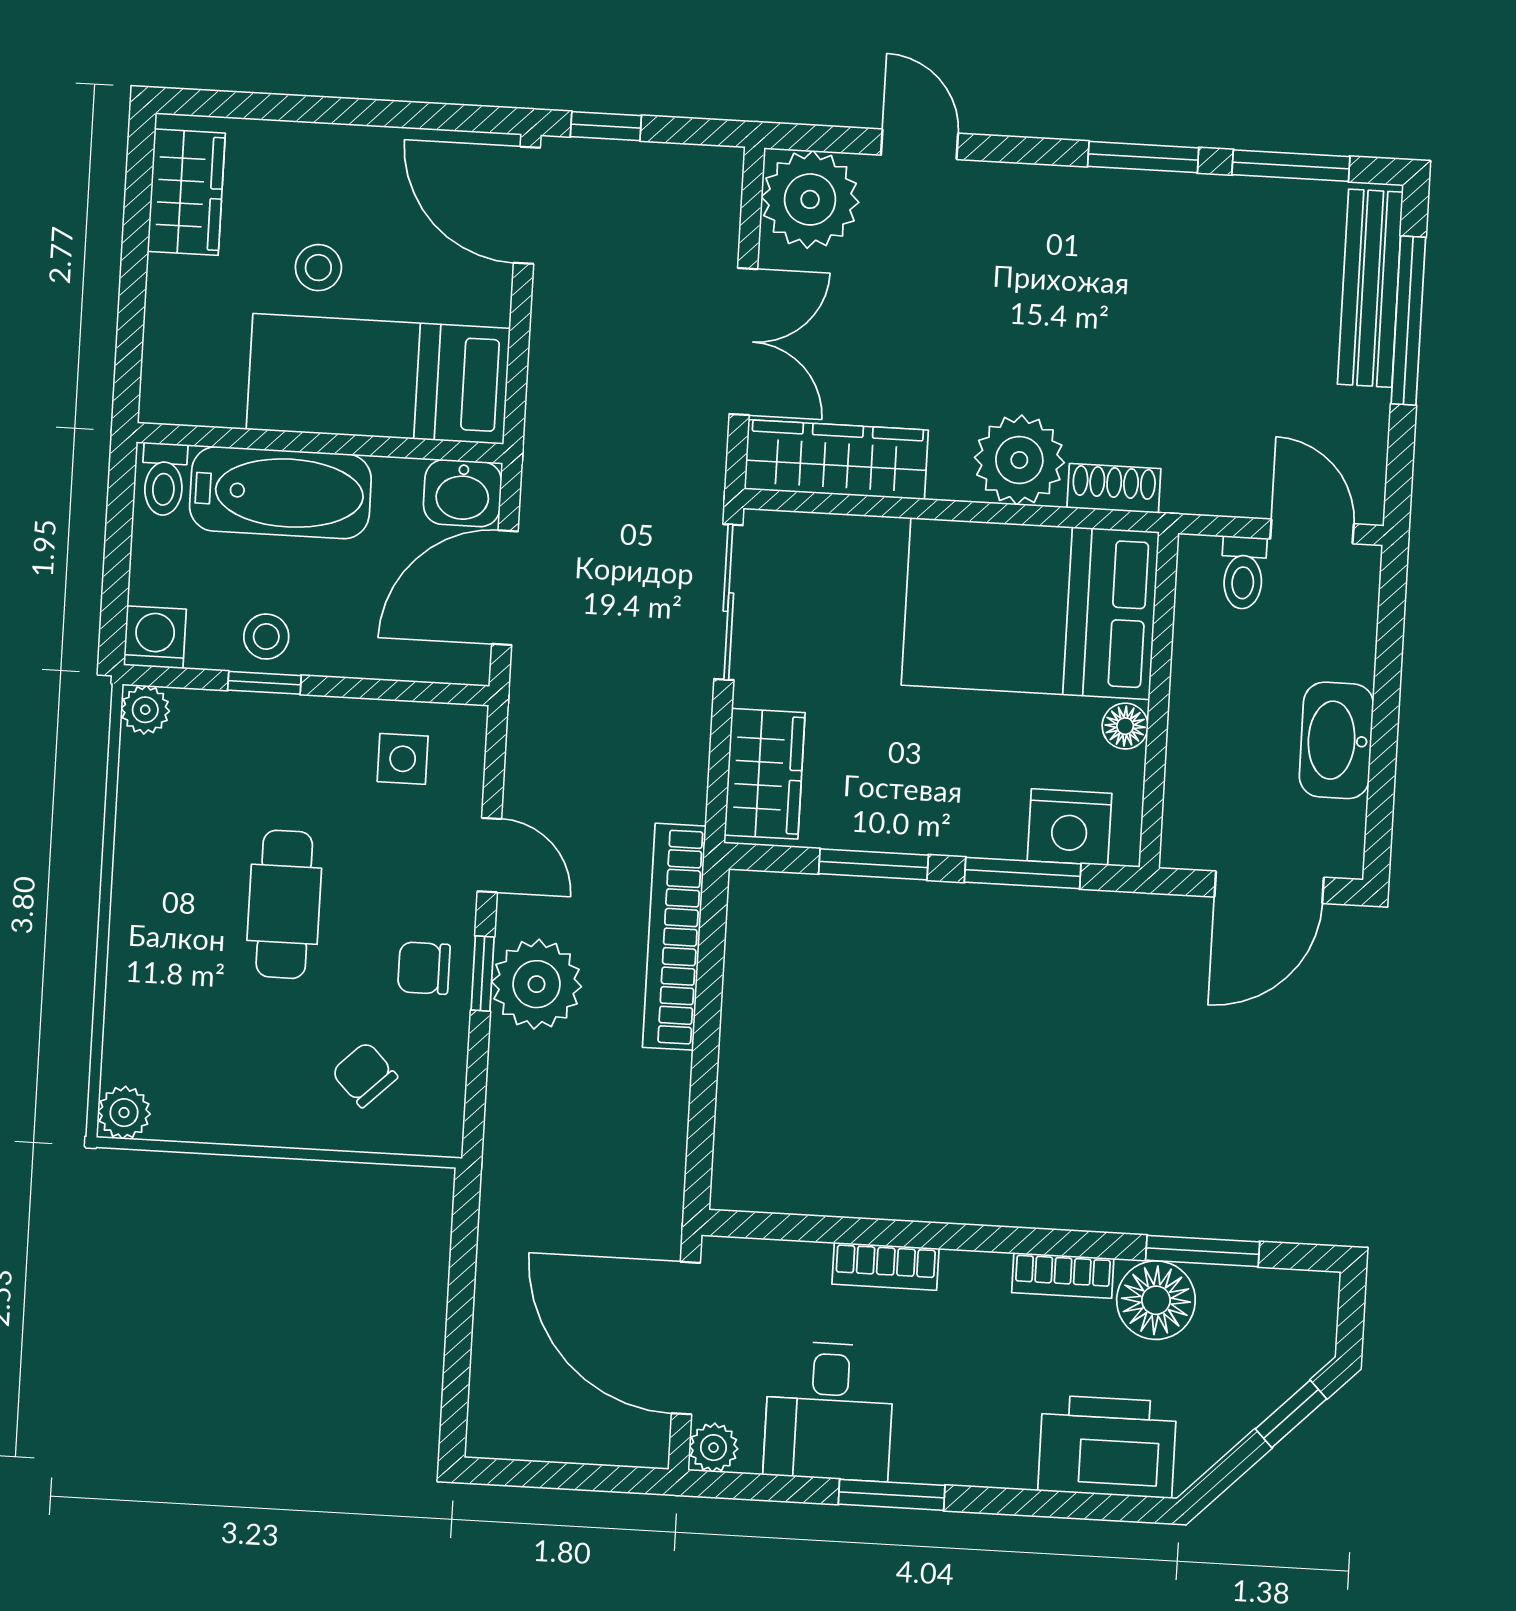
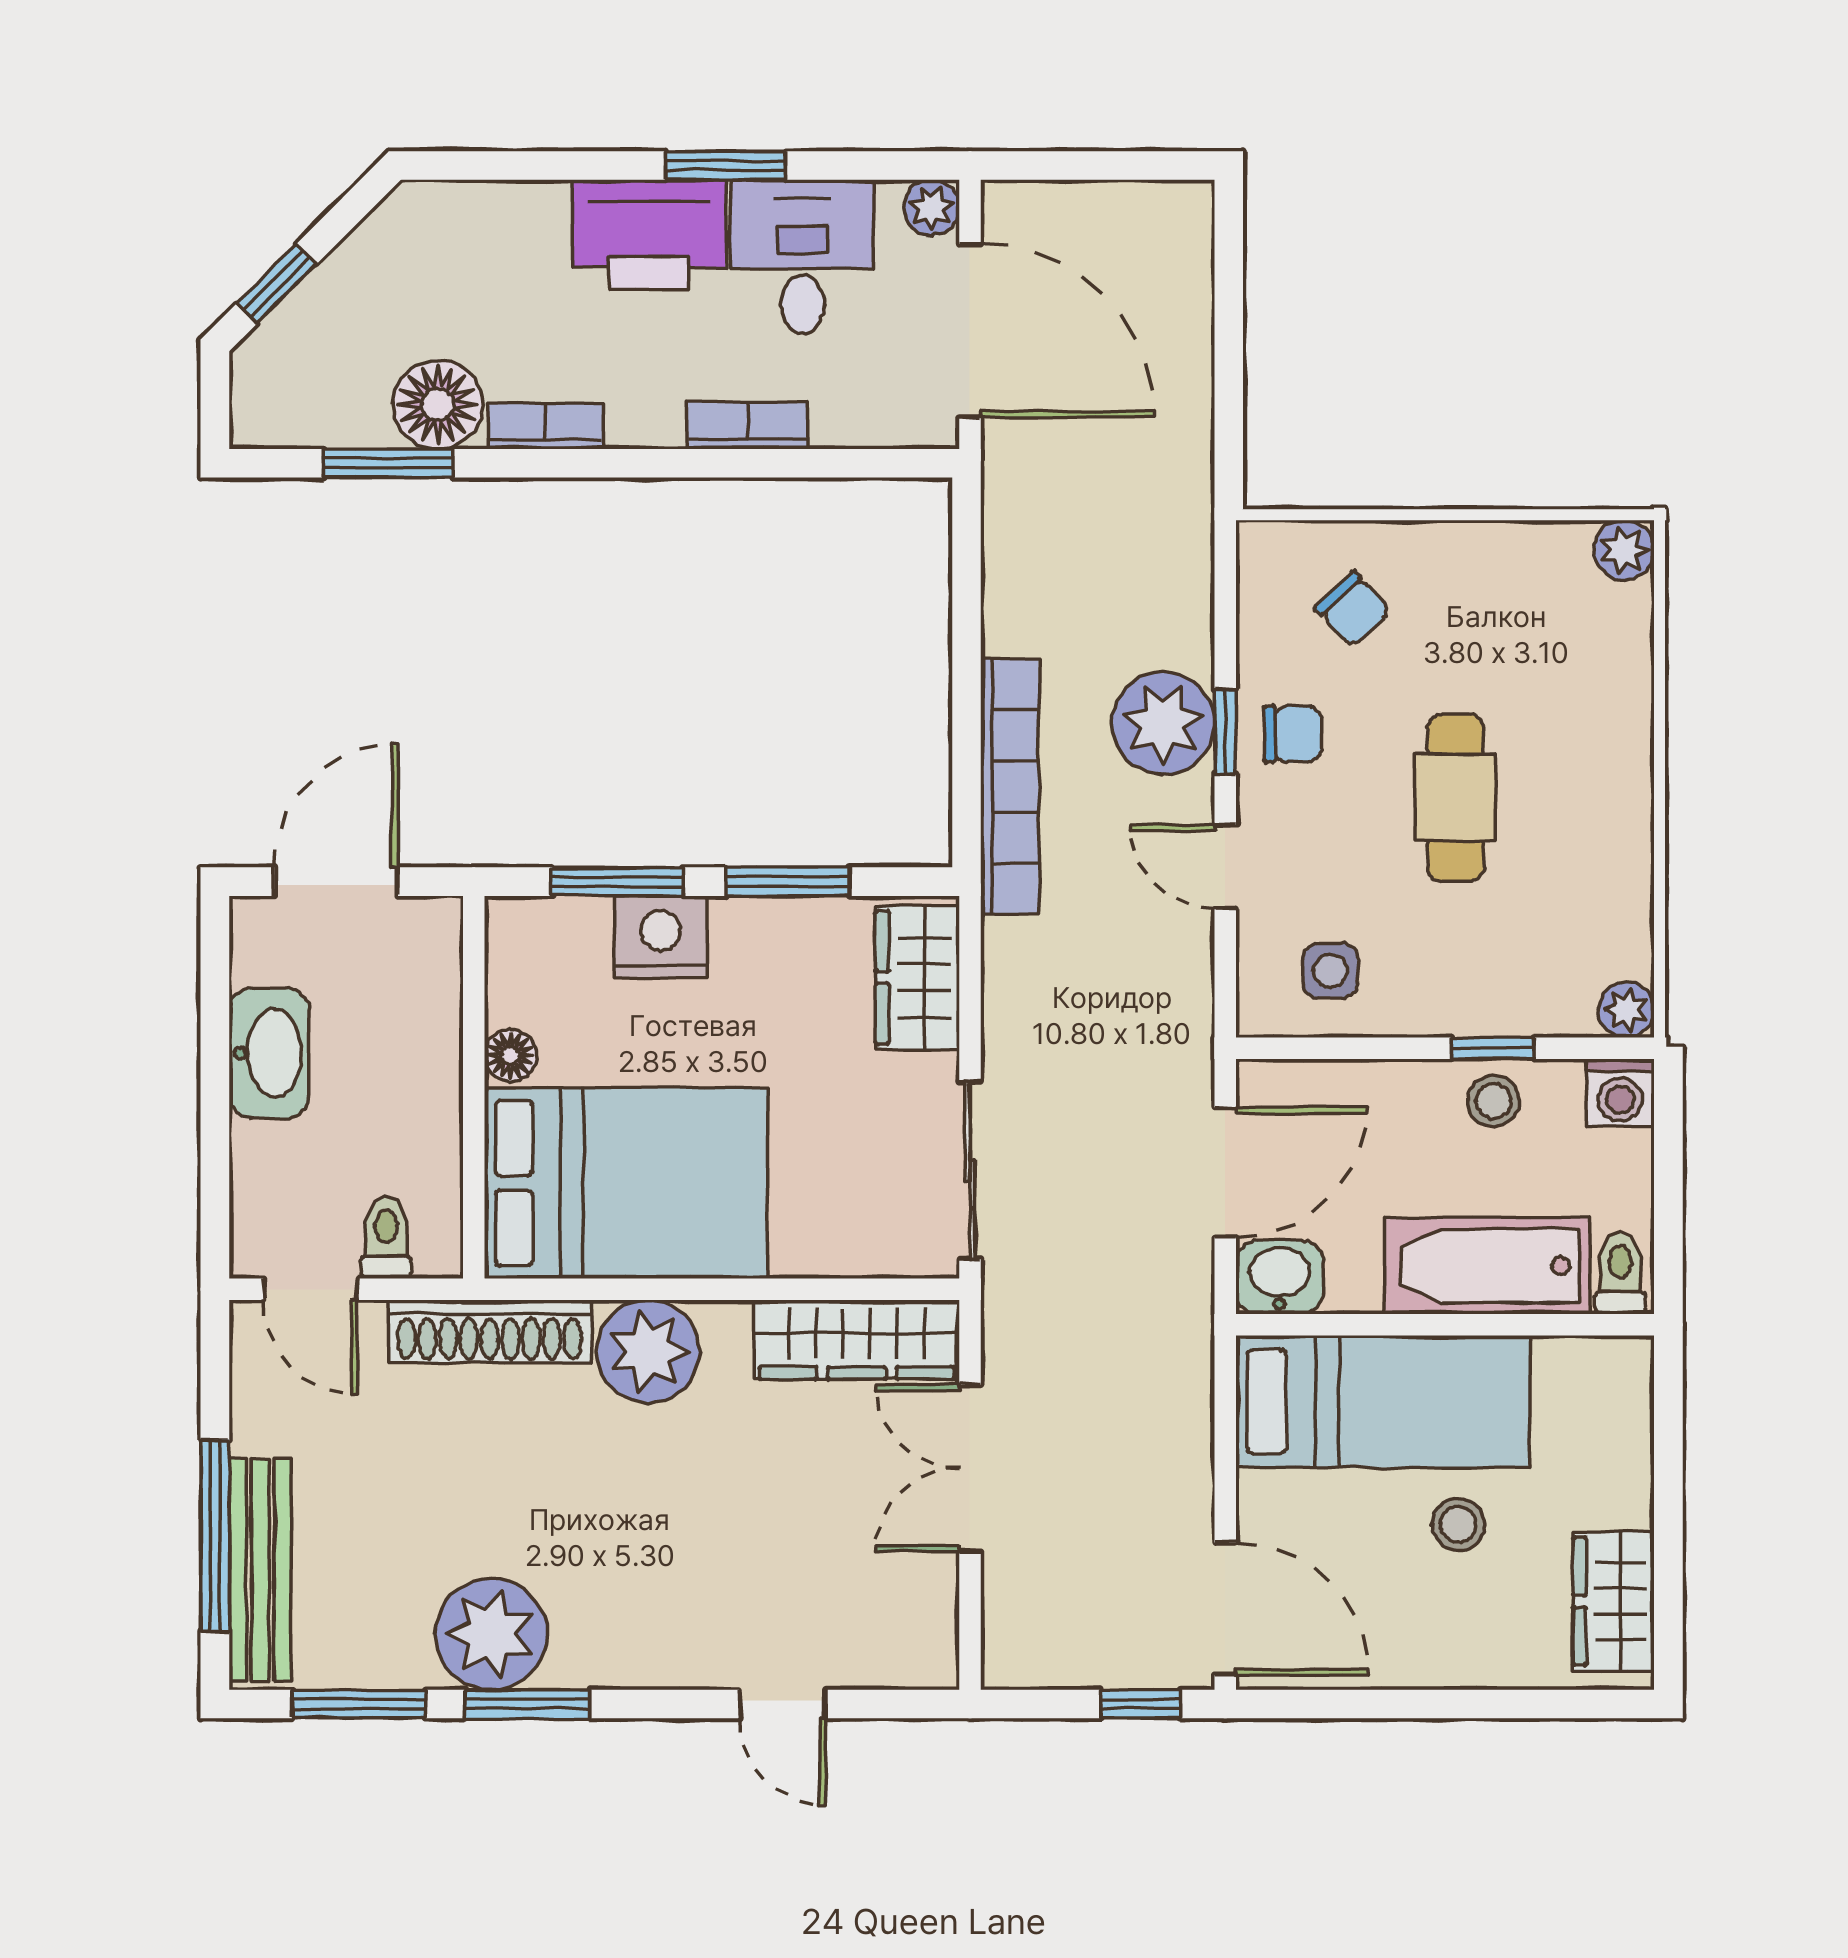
plant: (810, 199) -> (491, 1634), moved
shoe rack: (1114, 488) -> (490, 1331), width x1.94, depth x1.24
nightstand: (1069, 827) -> (661, 937), moved
printer: (1107, 1446) -> (649, 235), moved

